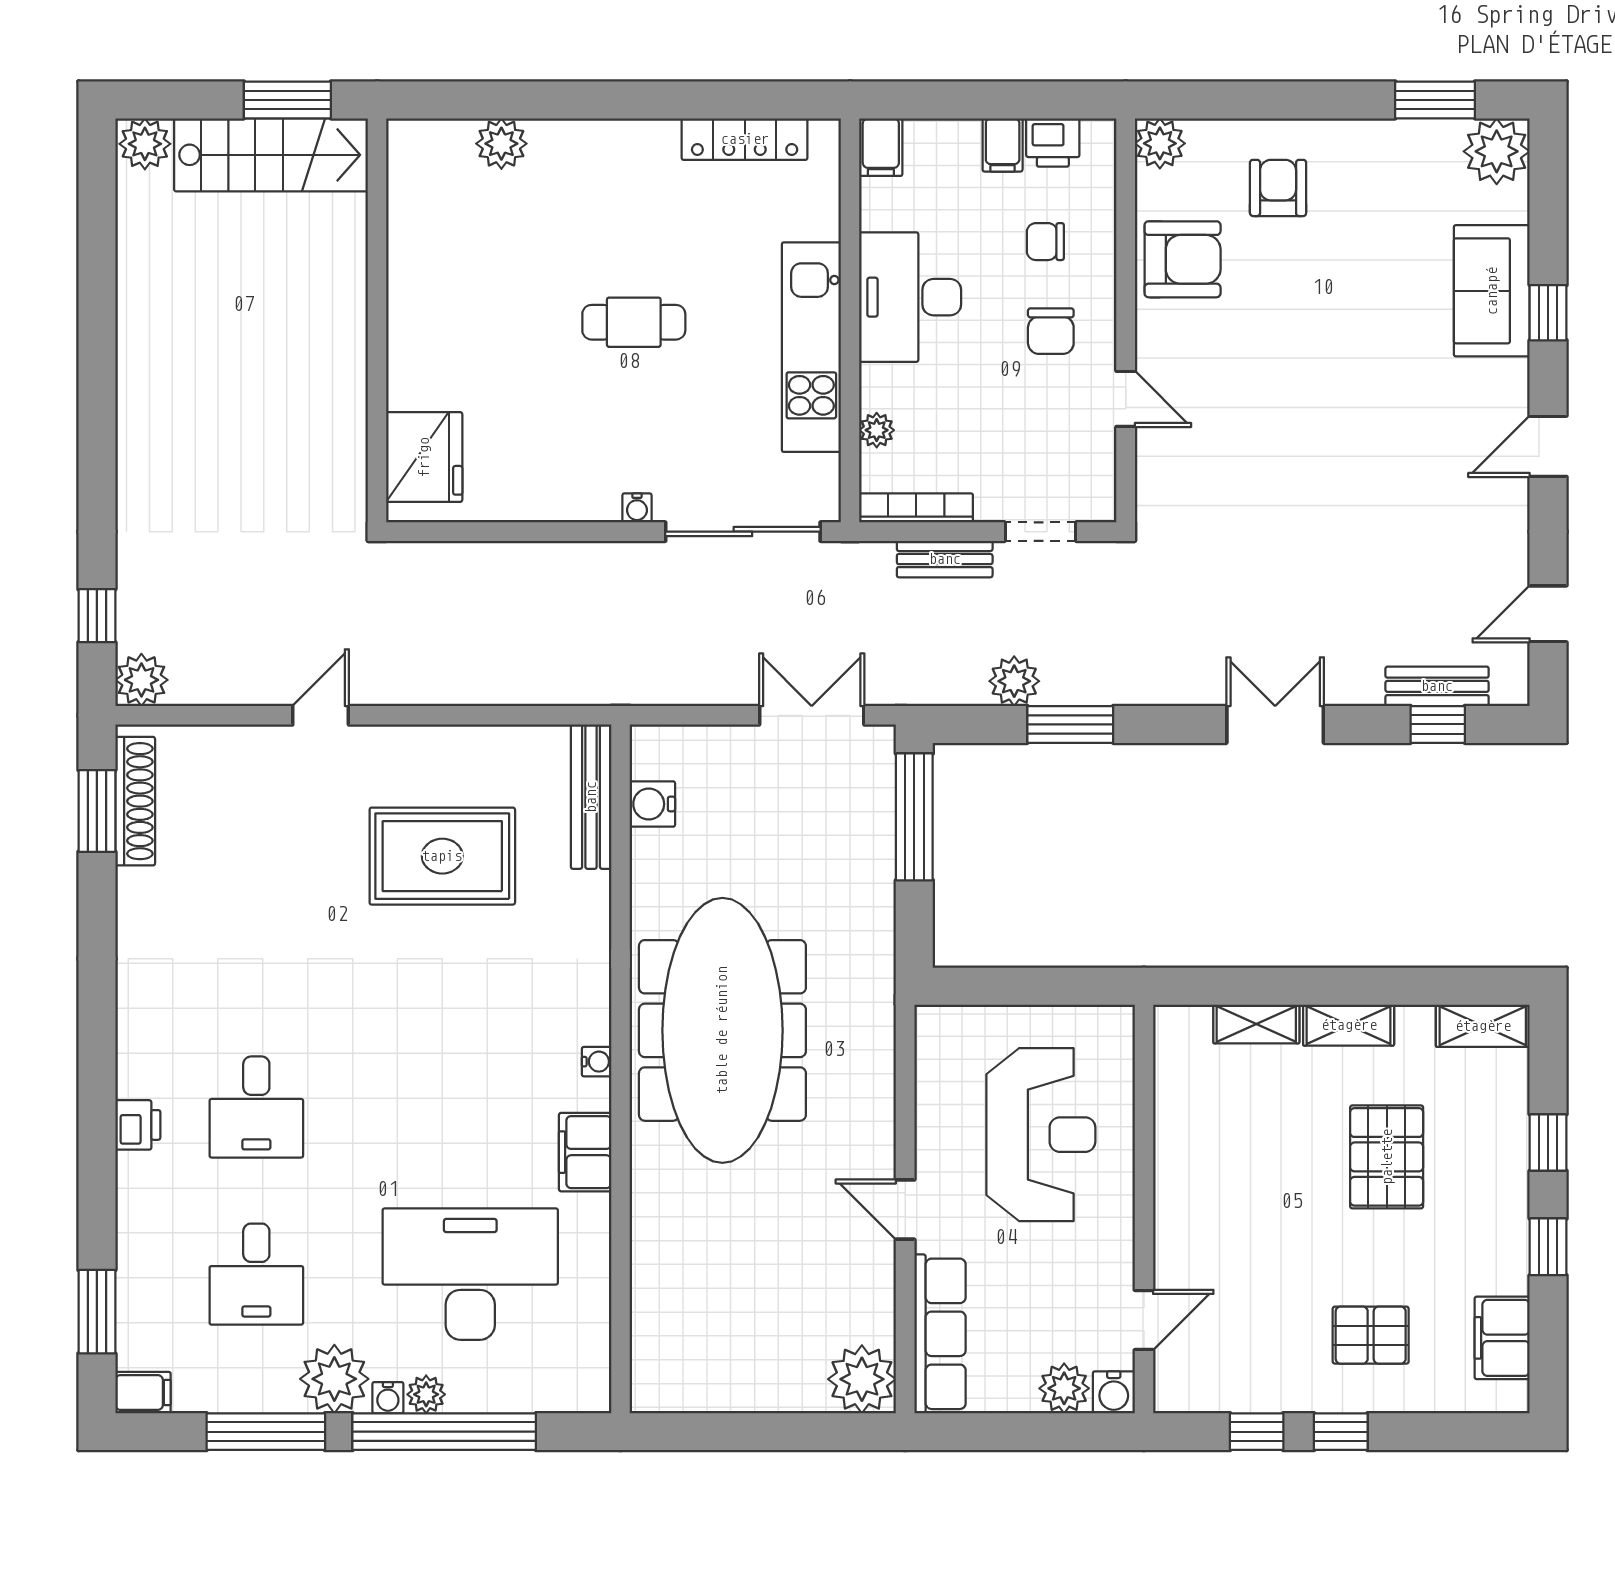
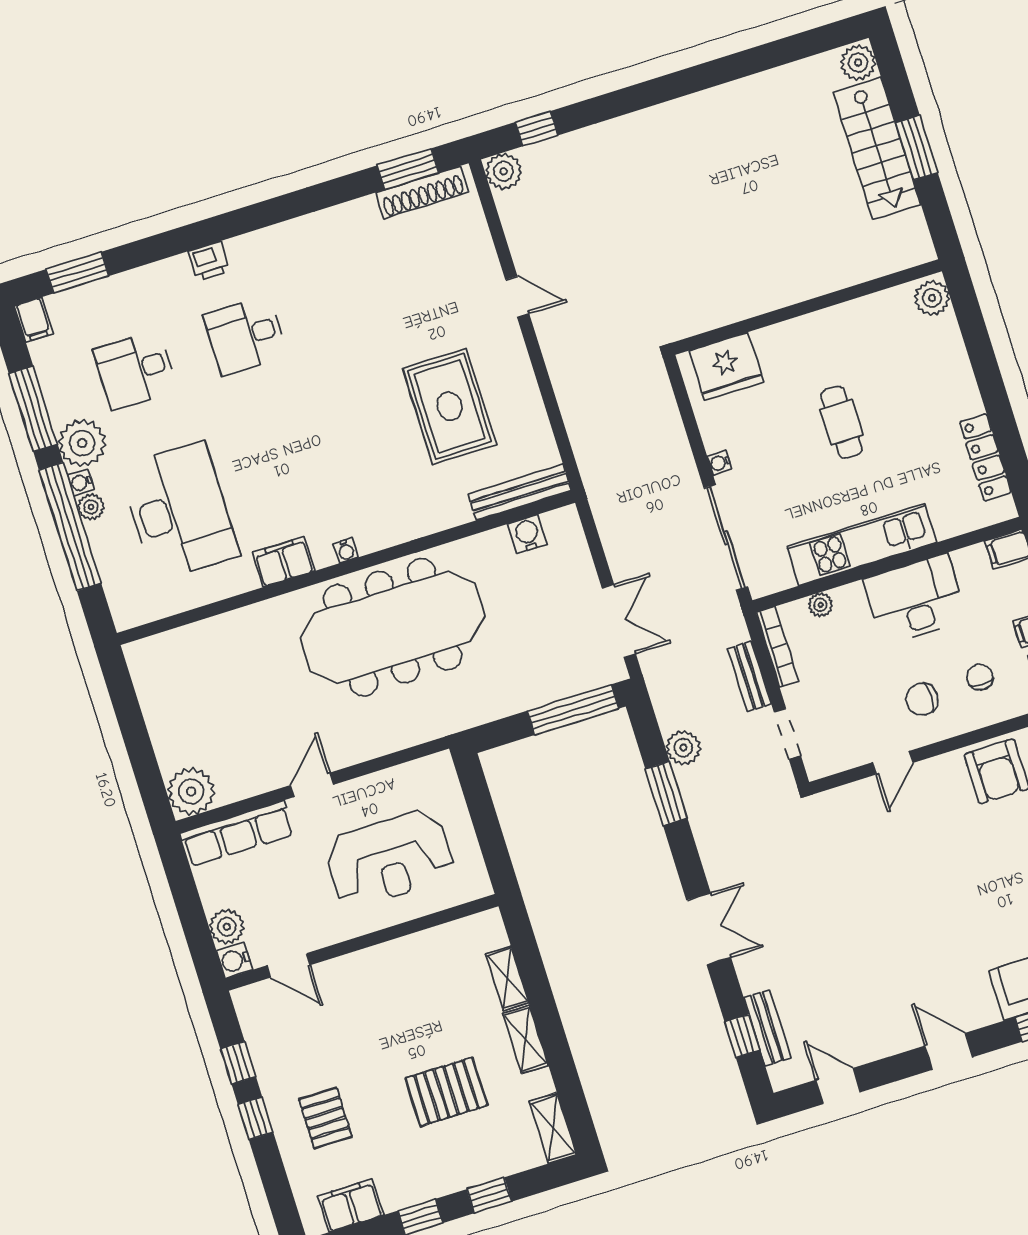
wall: (377, 320) -> (807, 307), moved
fridge: (424, 457) -> (726, 366), moved

